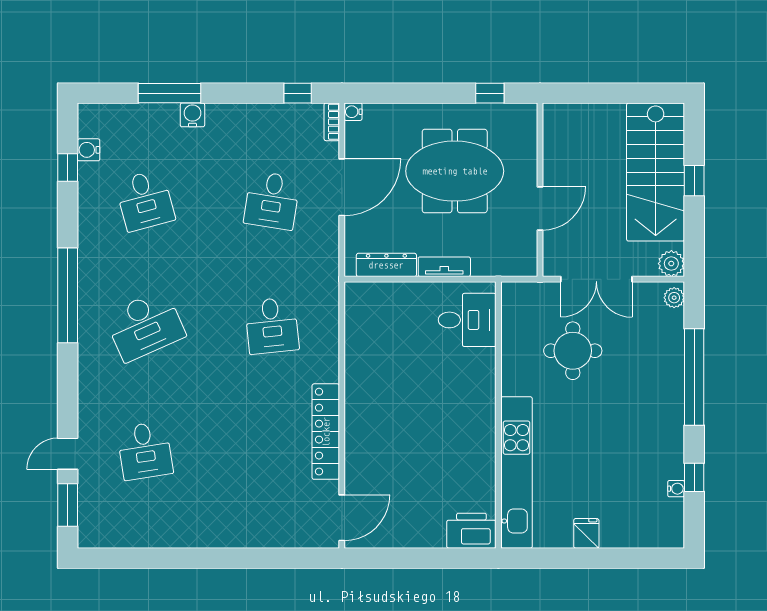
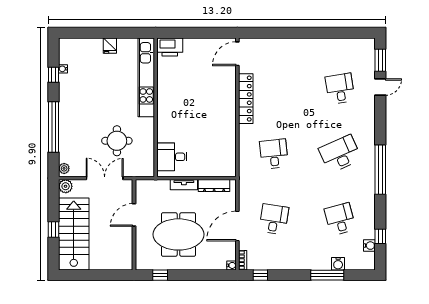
water cooler: (192, 115) -> (338, 264), moved

